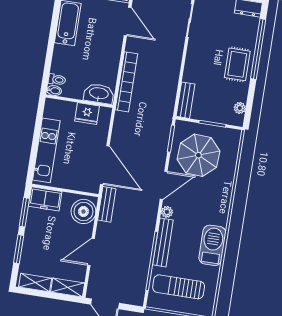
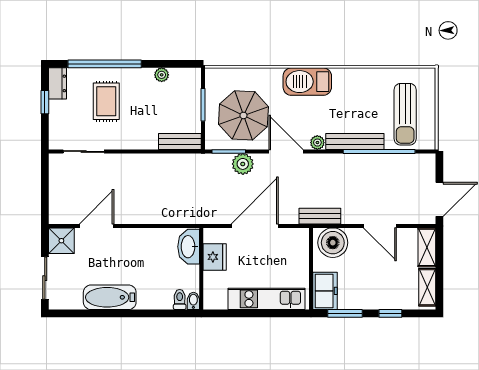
rug: (237, 64) -> (106, 101), moved, turned 90
bookcase: (126, 82) -> (169, 216), removed
plant: (240, 108) -> (162, 75), moved
plant: (159, 148) -> (243, 164), added
door: (105, 165) -> (255, 226), moved
barbecue: (212, 245) -> (307, 82), moved
window: (19, 249) -> (390, 313), width x0.67

